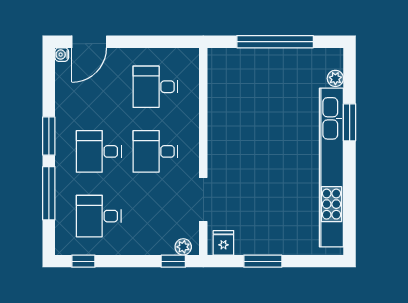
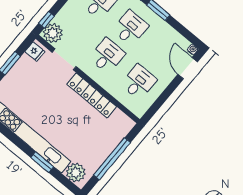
plant: (335, 78) -> (76, 173), width x1.87, depth x1.87
locker: (219, 130) -> (92, 95), added
plant: (183, 247) -> (53, 33), width x1.87, depth x1.87

